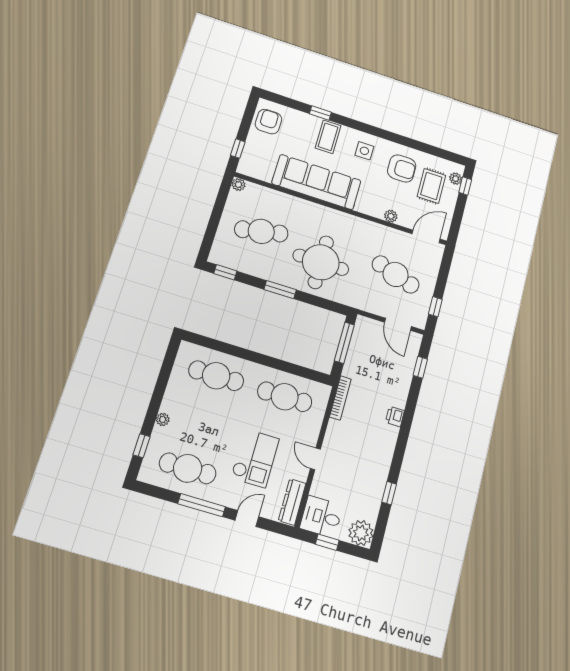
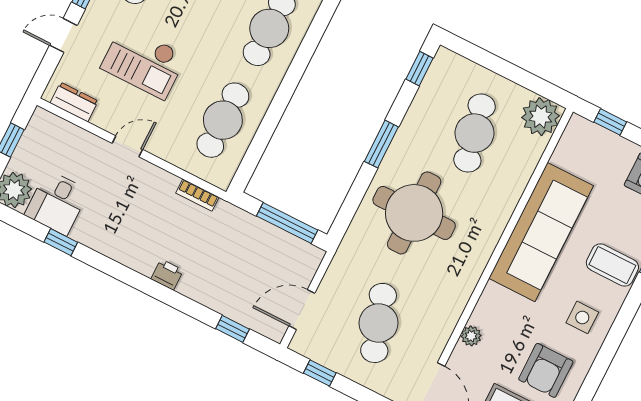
plant: (239, 185) -> (541, 117), width x1.87, depth x1.87
cafe table: (396, 274) -> (379, 323), turned -36
bookcase: (340, 398) -> (197, 195), width x0.64
dresser: (292, 502) -> (74, 102), width x0.70
desk: (321, 517) -> (57, 203), moved, turned 180
door: (247, 519) -> (63, 35), swing flipped

